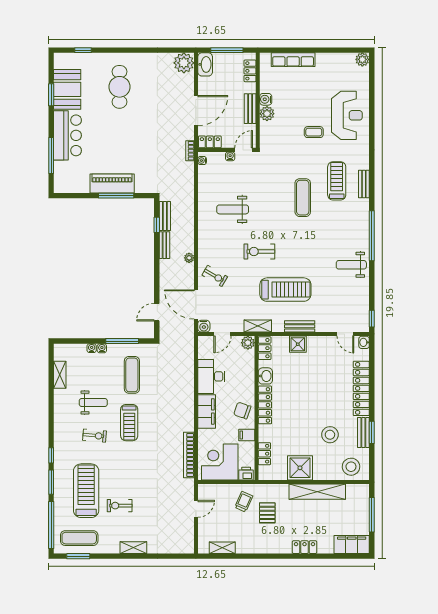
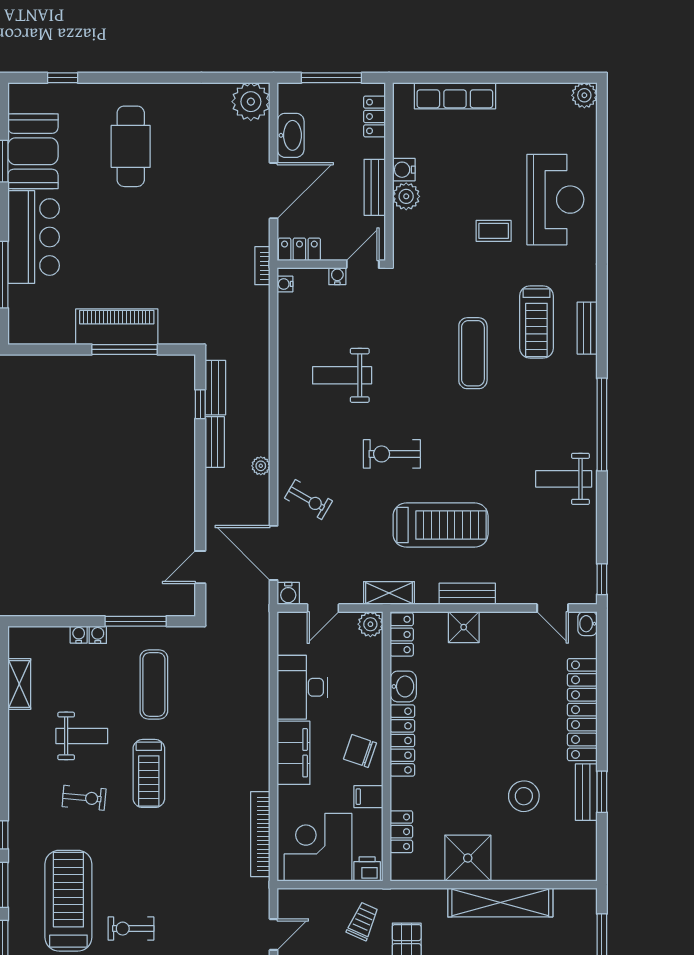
washbasin: (205, 64) -> (291, 135), moved
treadmill: (337, 181) -> (536, 322), turned 180
stool: (351, 467) -> (563, 856), removed

